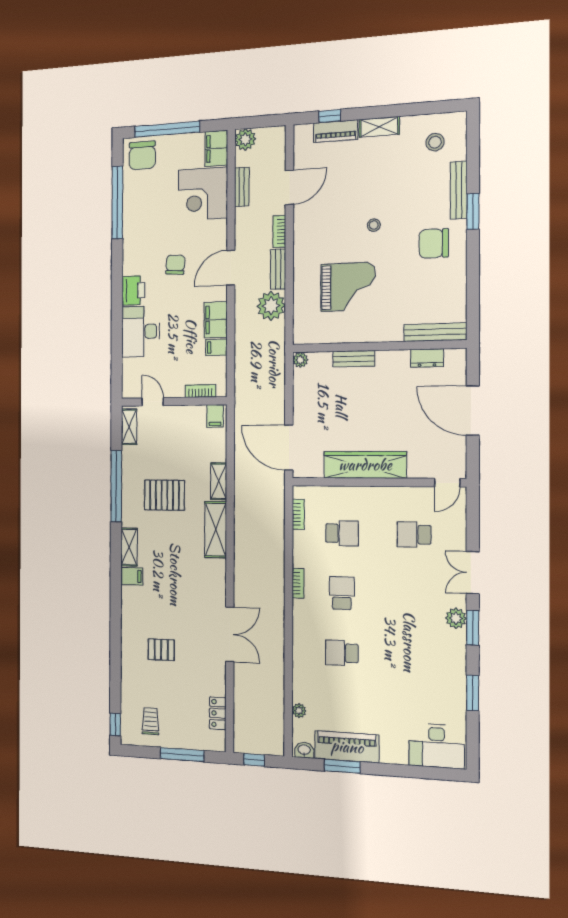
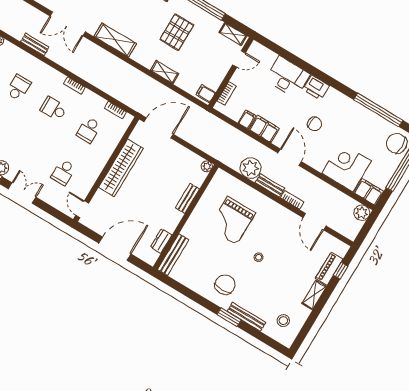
bench: (242, 187) -> (35, 44), moved
shelving: (216, 530) -> (115, 40), moved
school desk: (414, 535) -> (63, 172), turned 180
school desk: (342, 593) -> (54, 109), turned 180

